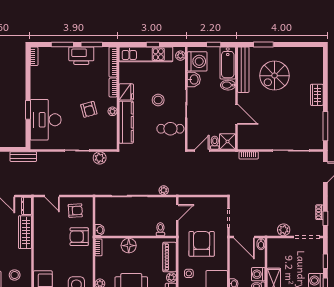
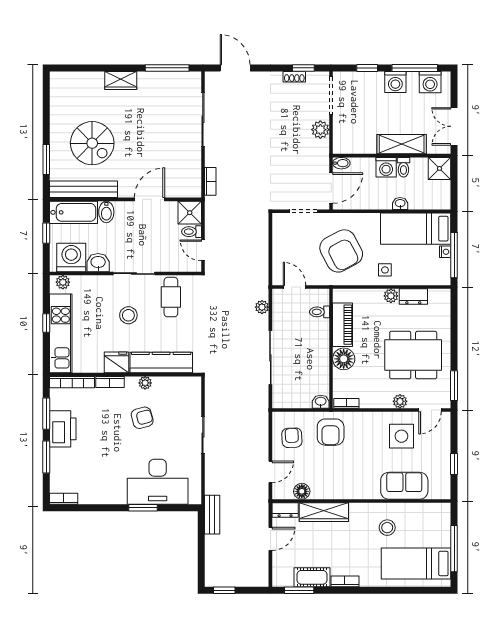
plant: (100, 158) -> (214, 402), removed
floor lamp: (39, 217) -> (302, 491), added
armchair: (202, 244) -> (341, 251), turned -118
piano: (169, 257) -> (343, 325), moved, turned -90

